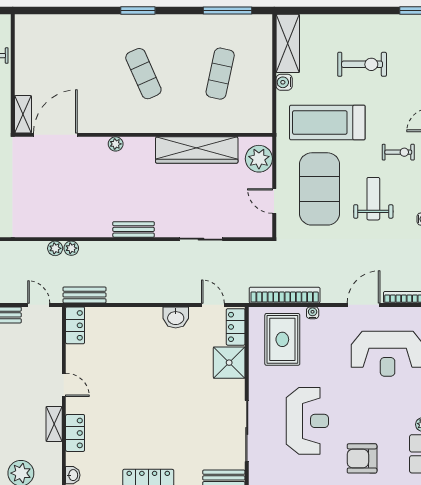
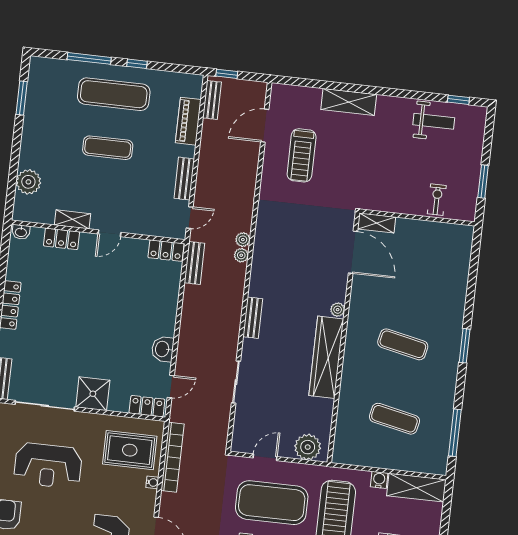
exercise mat: (143, 74) -> (403, 344), turned 36
wardrobe: (197, 150) -> (326, 357), moved
shower: (229, 363) -> (93, 394), moved

